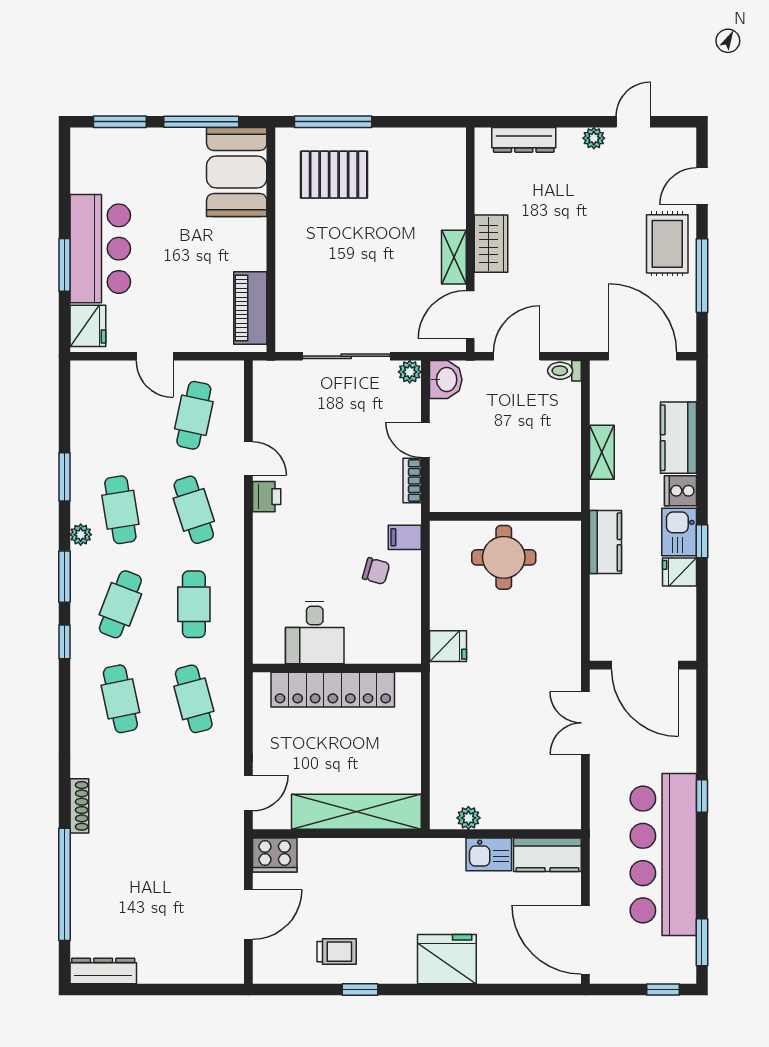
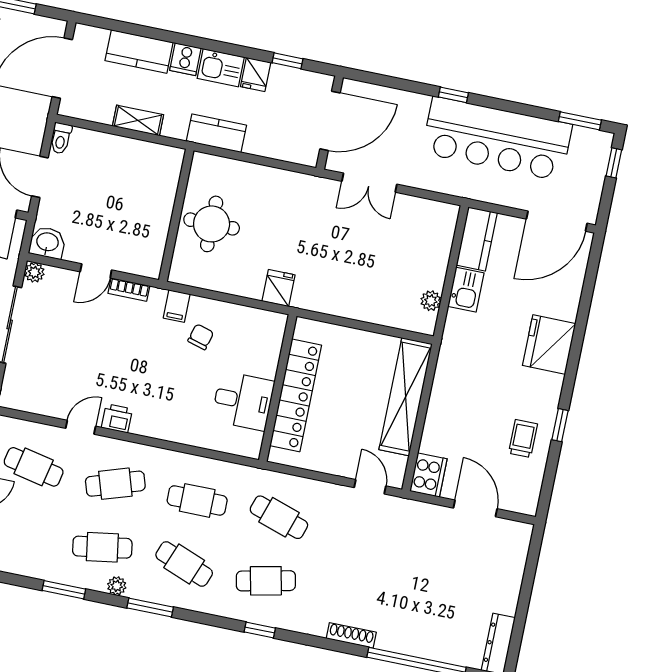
window: (702, 541) -> (288, 61), moved
window: (64, 642) -> (260, 630), moved
cafe table: (194, 699) -> (279, 517), turned 33

